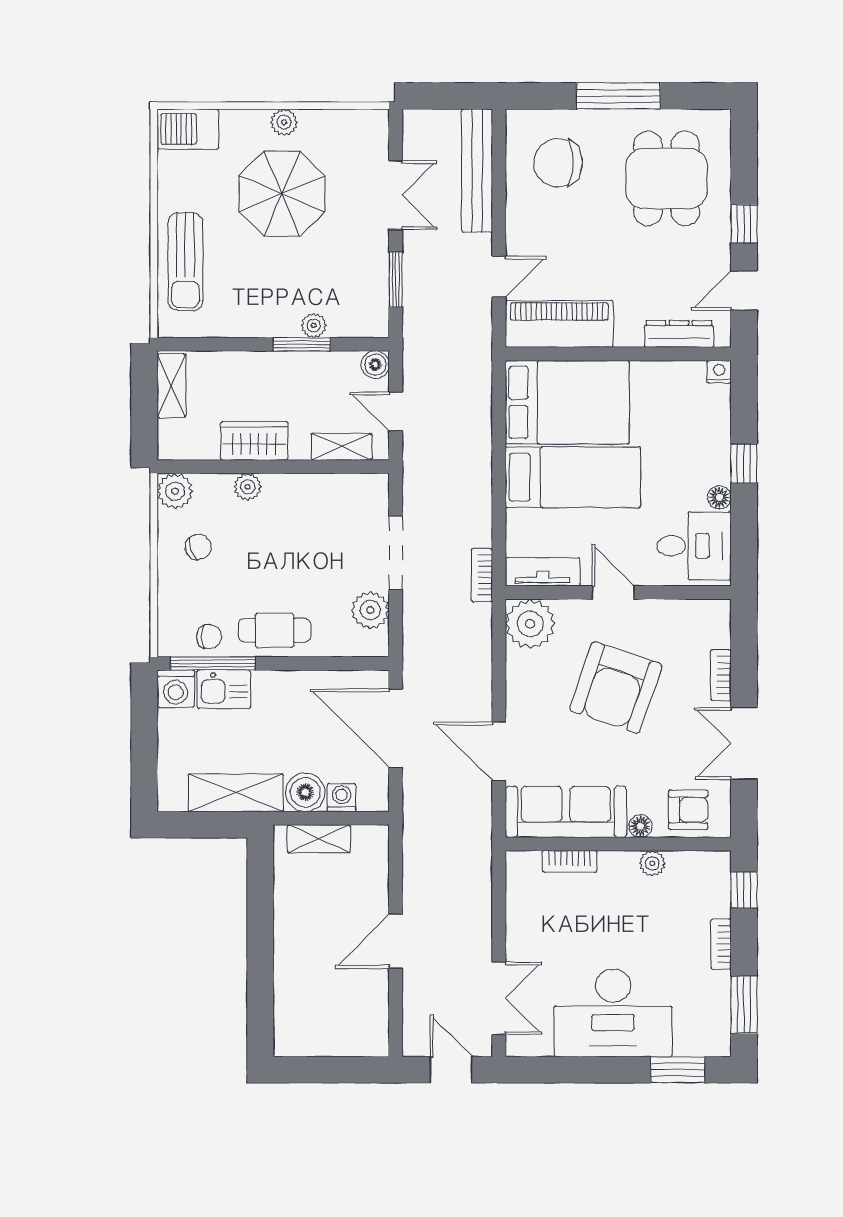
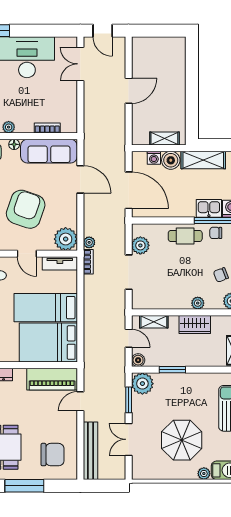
plant: (284, 122) -> (204, 474), moved
plant: (314, 325) -> (142, 384), moved, width x1.88, depth x1.88
plant: (480, 617) -> (89, 242), added

